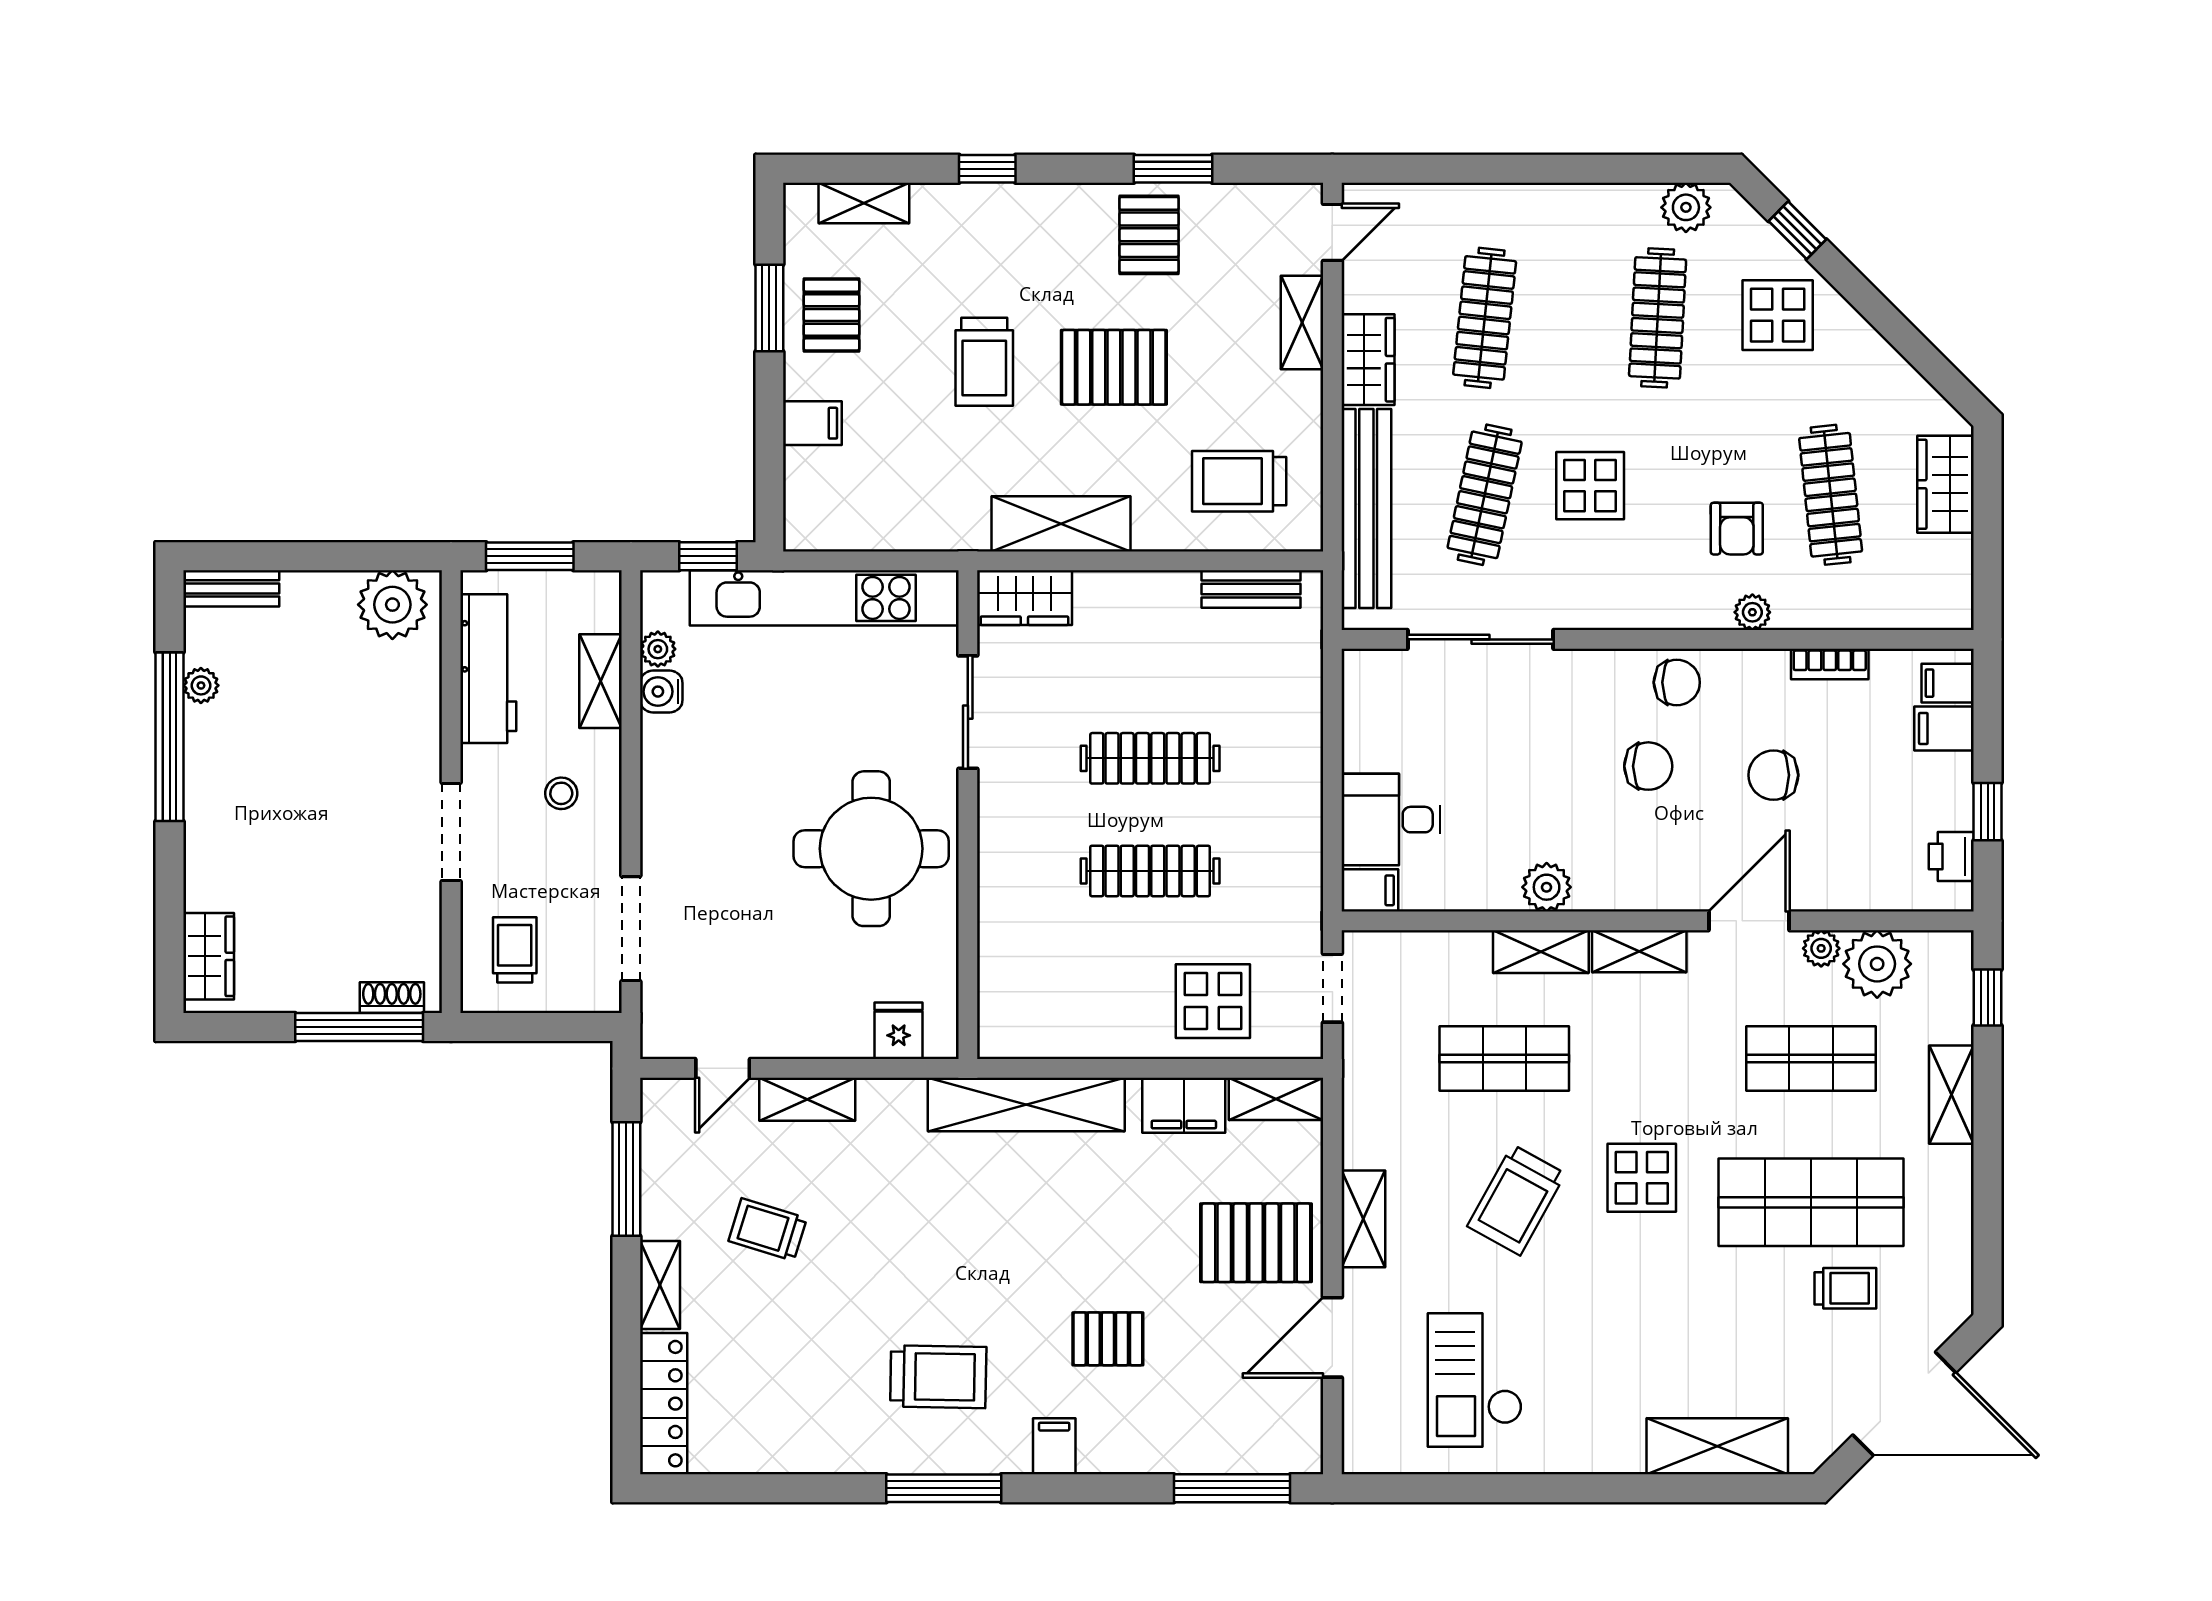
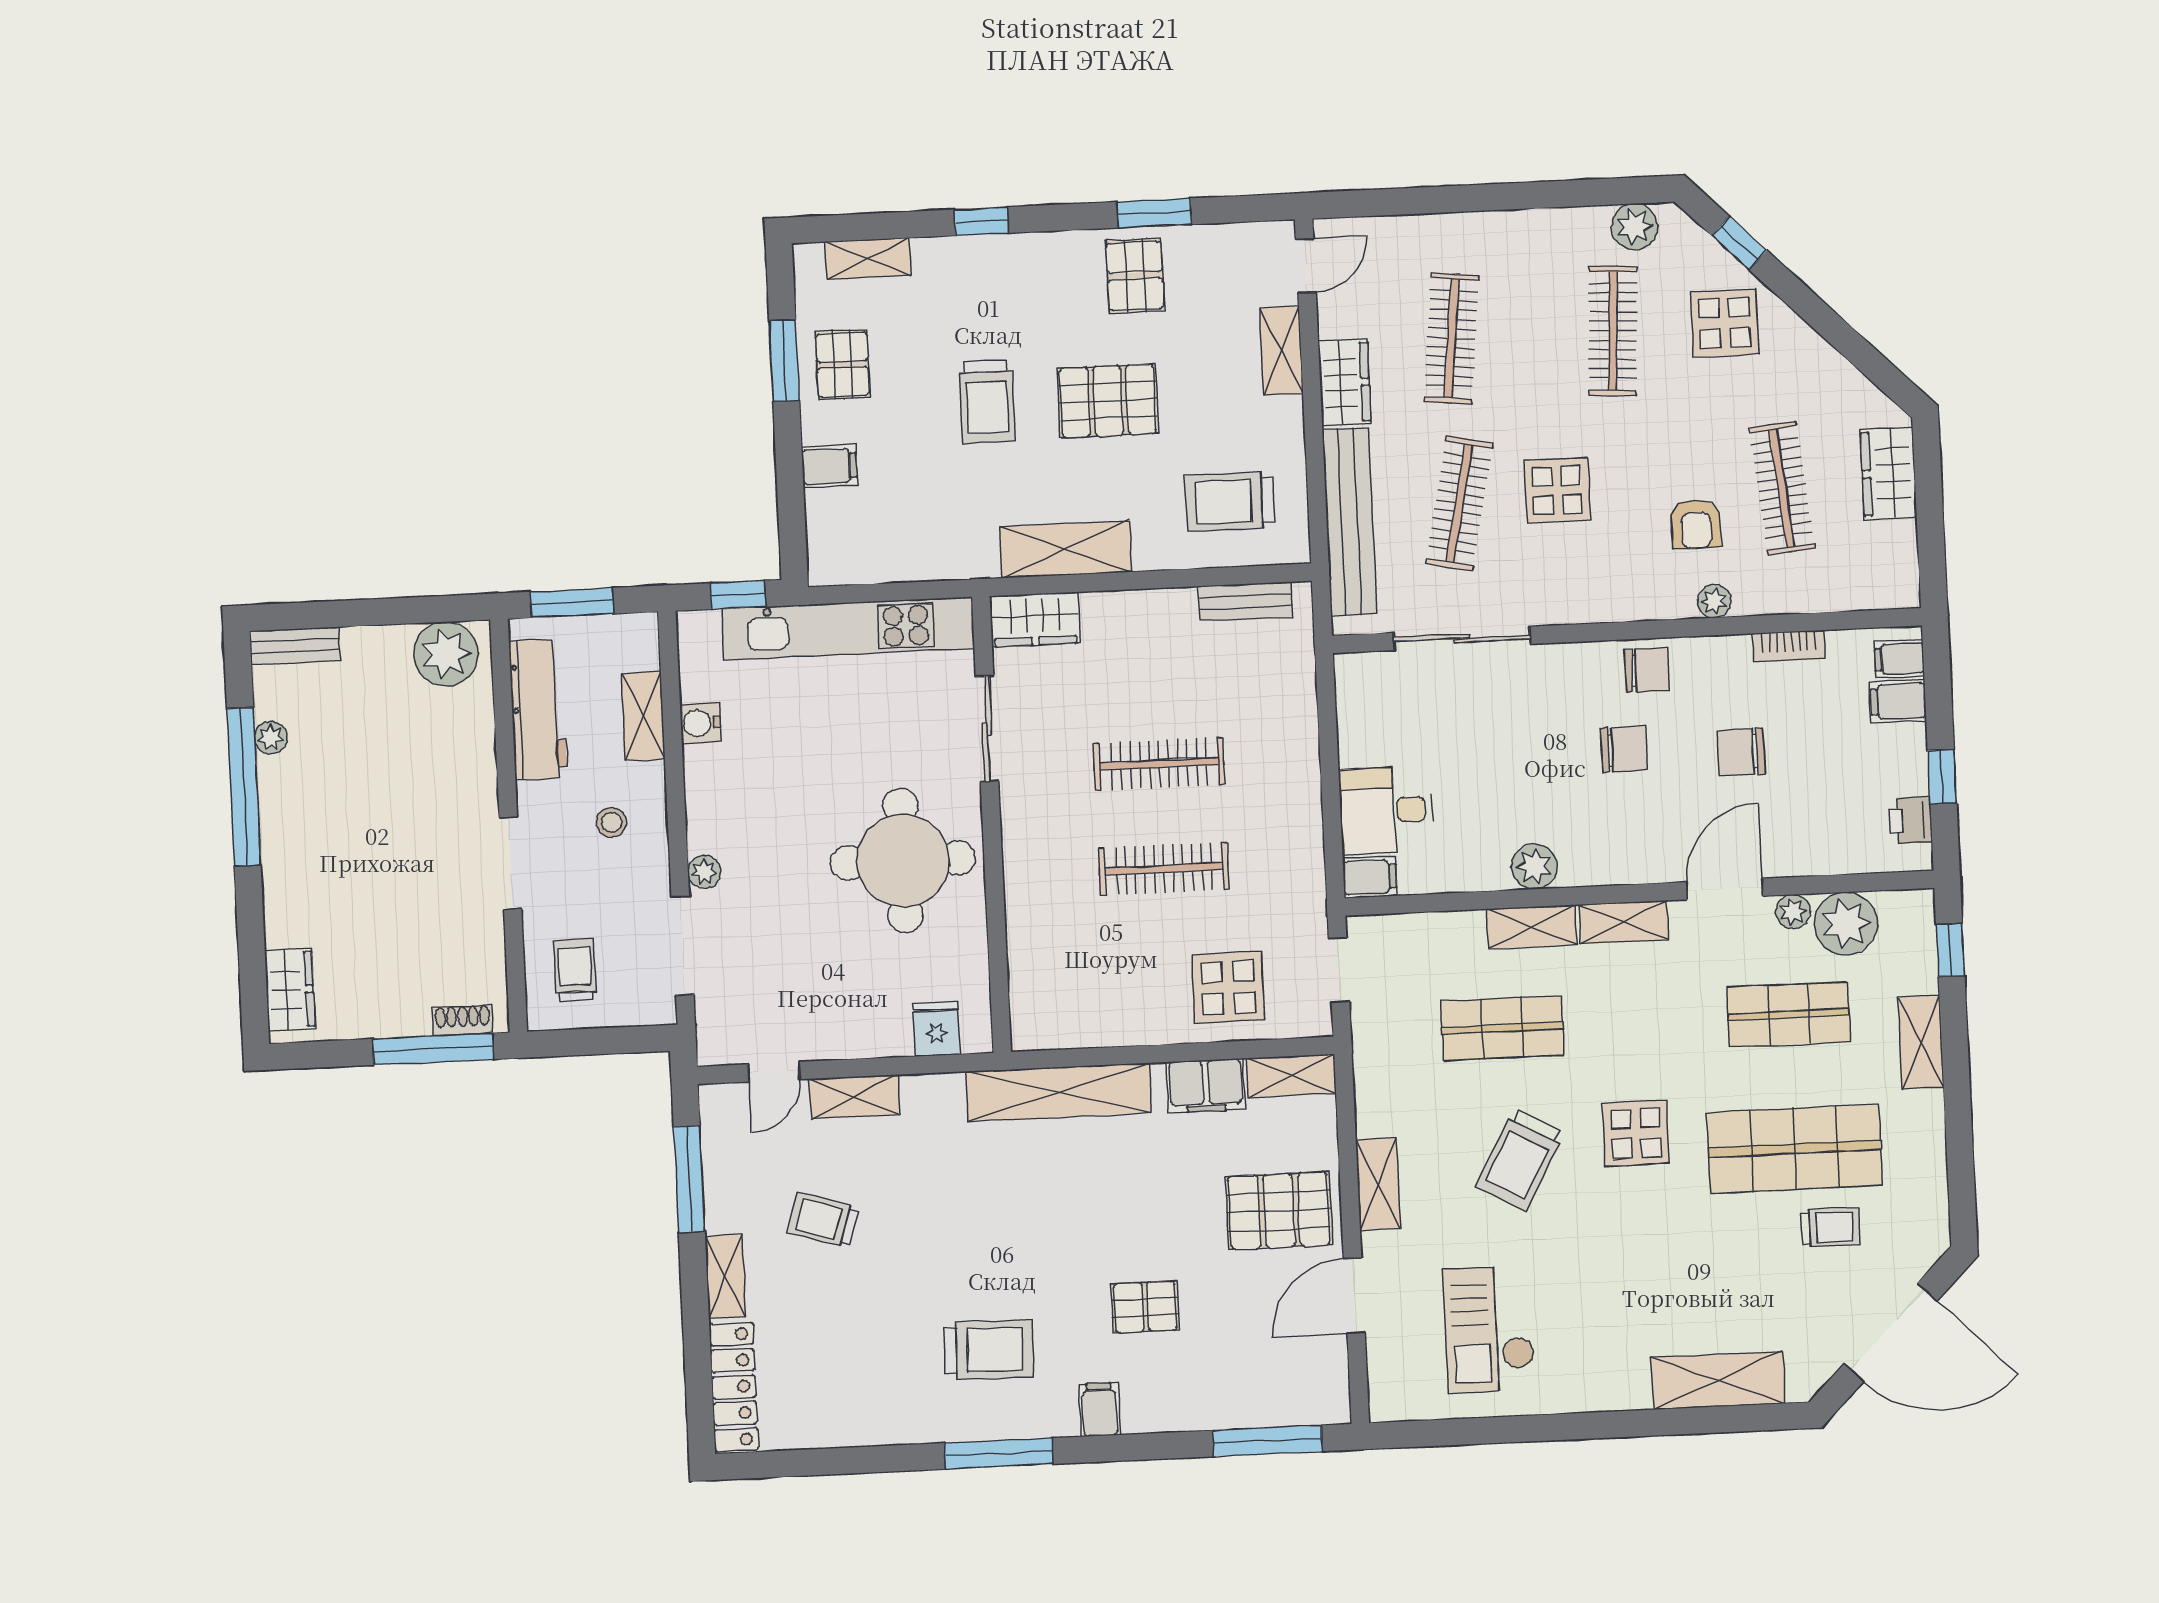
plant: (658, 649) -> (704, 872), moved

